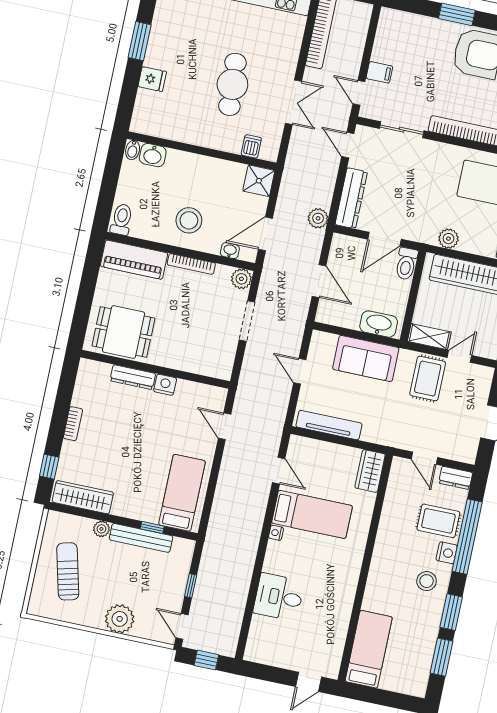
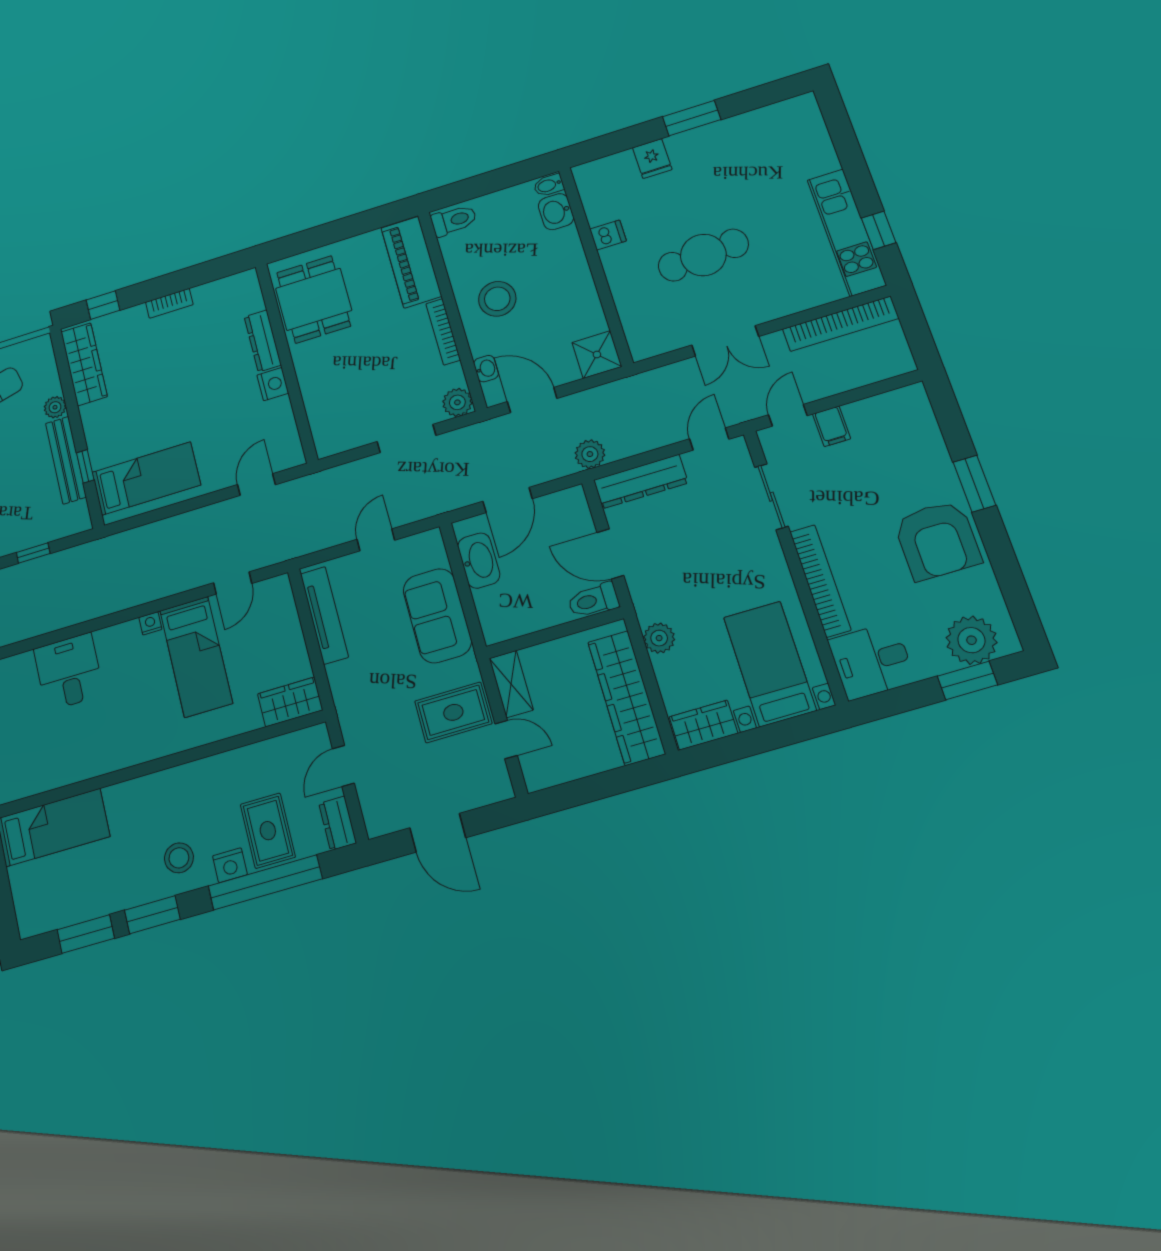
dishwasher: (251, 146) -> (608, 235), moved
washbasin: (379, 324) -> (479, 561), moved

